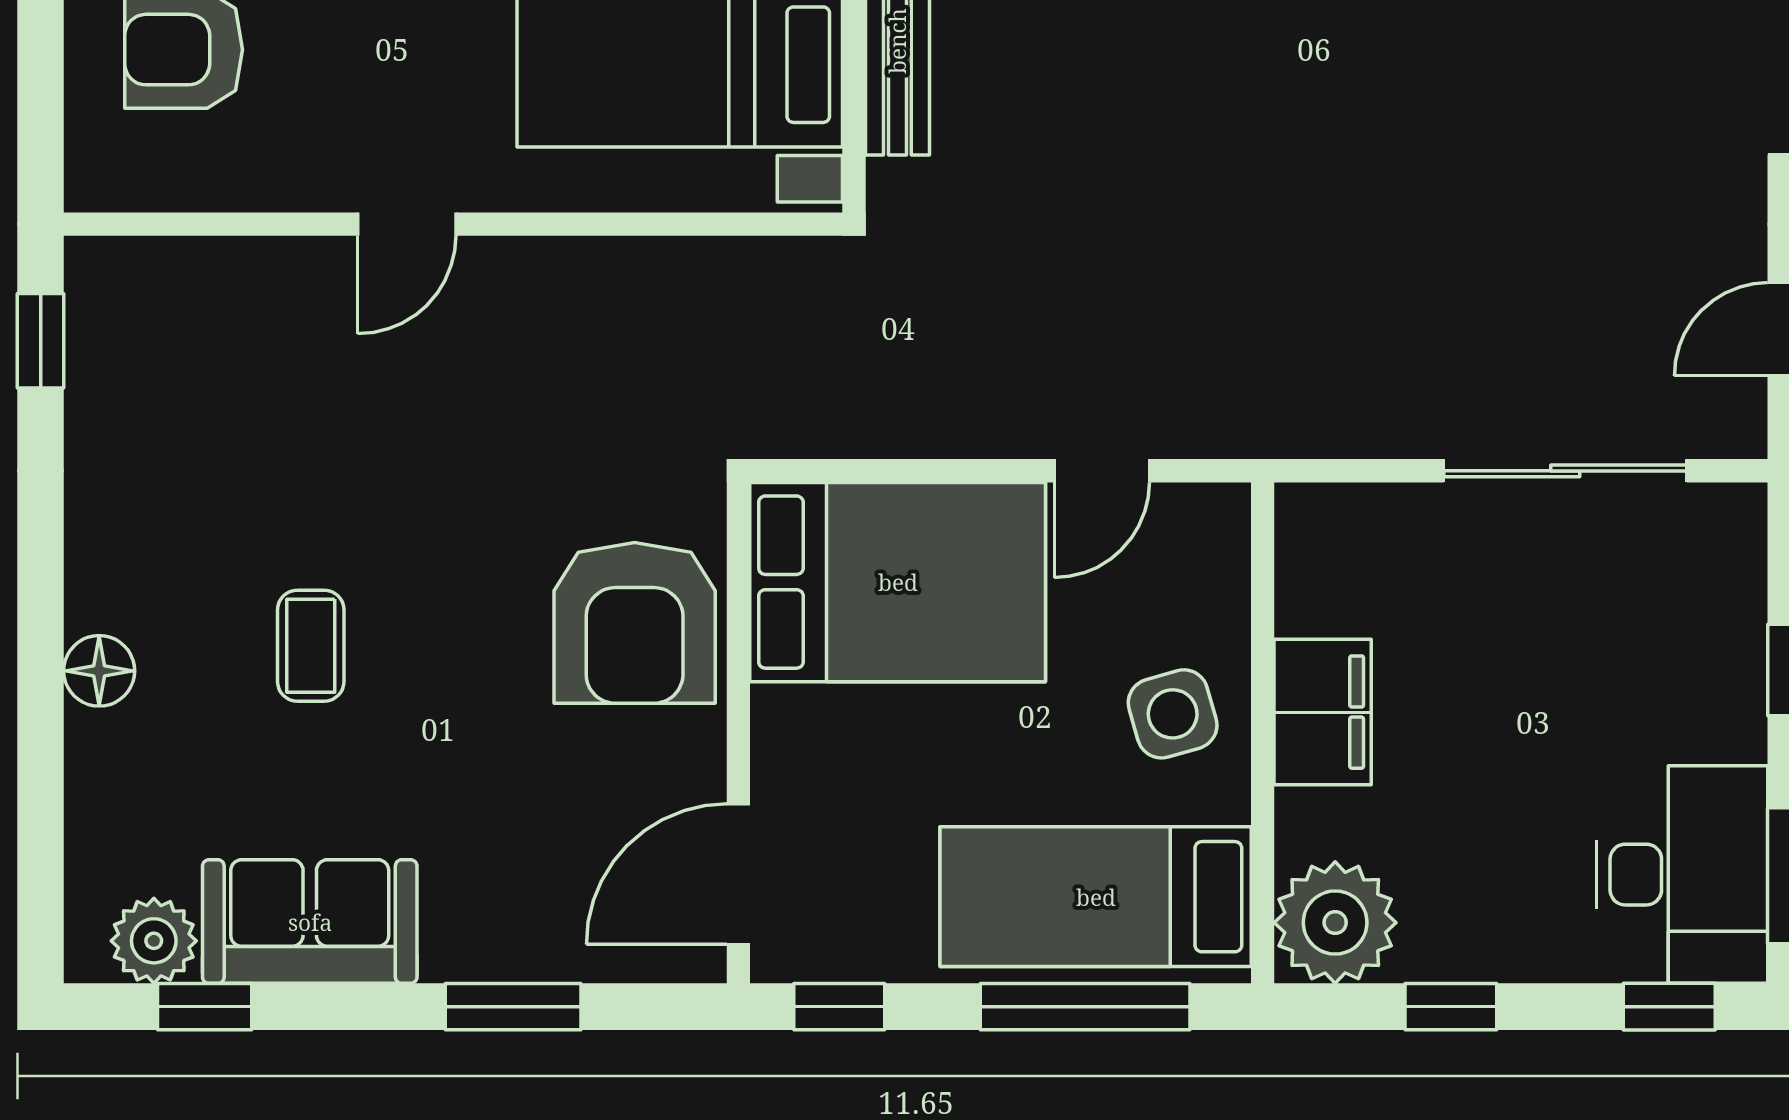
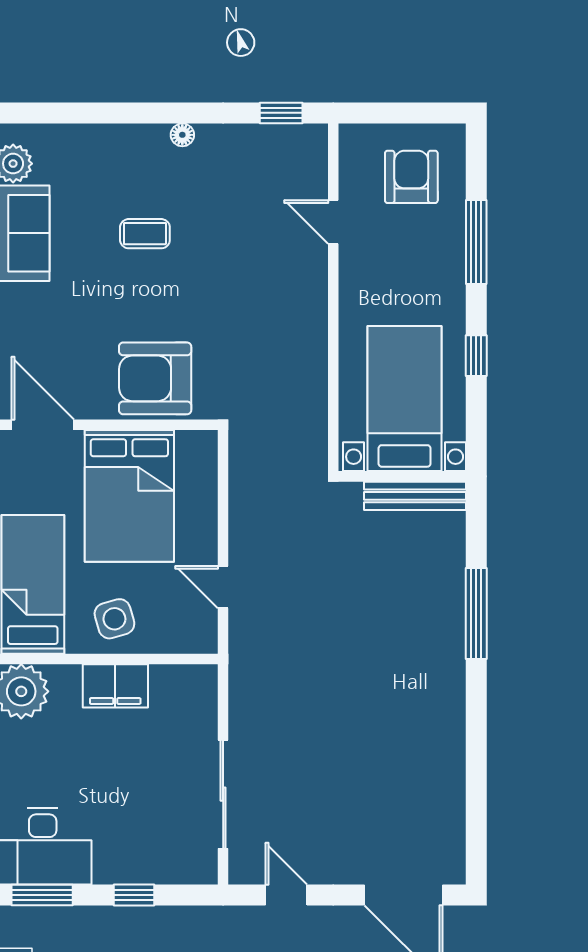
door: (407, 224) -> (333, 222), moved
bed: (898, 582) -> (129, 496), moved
floor lamp: (99, 671) -> (182, 135), moved, width x0.73, depth x0.73

